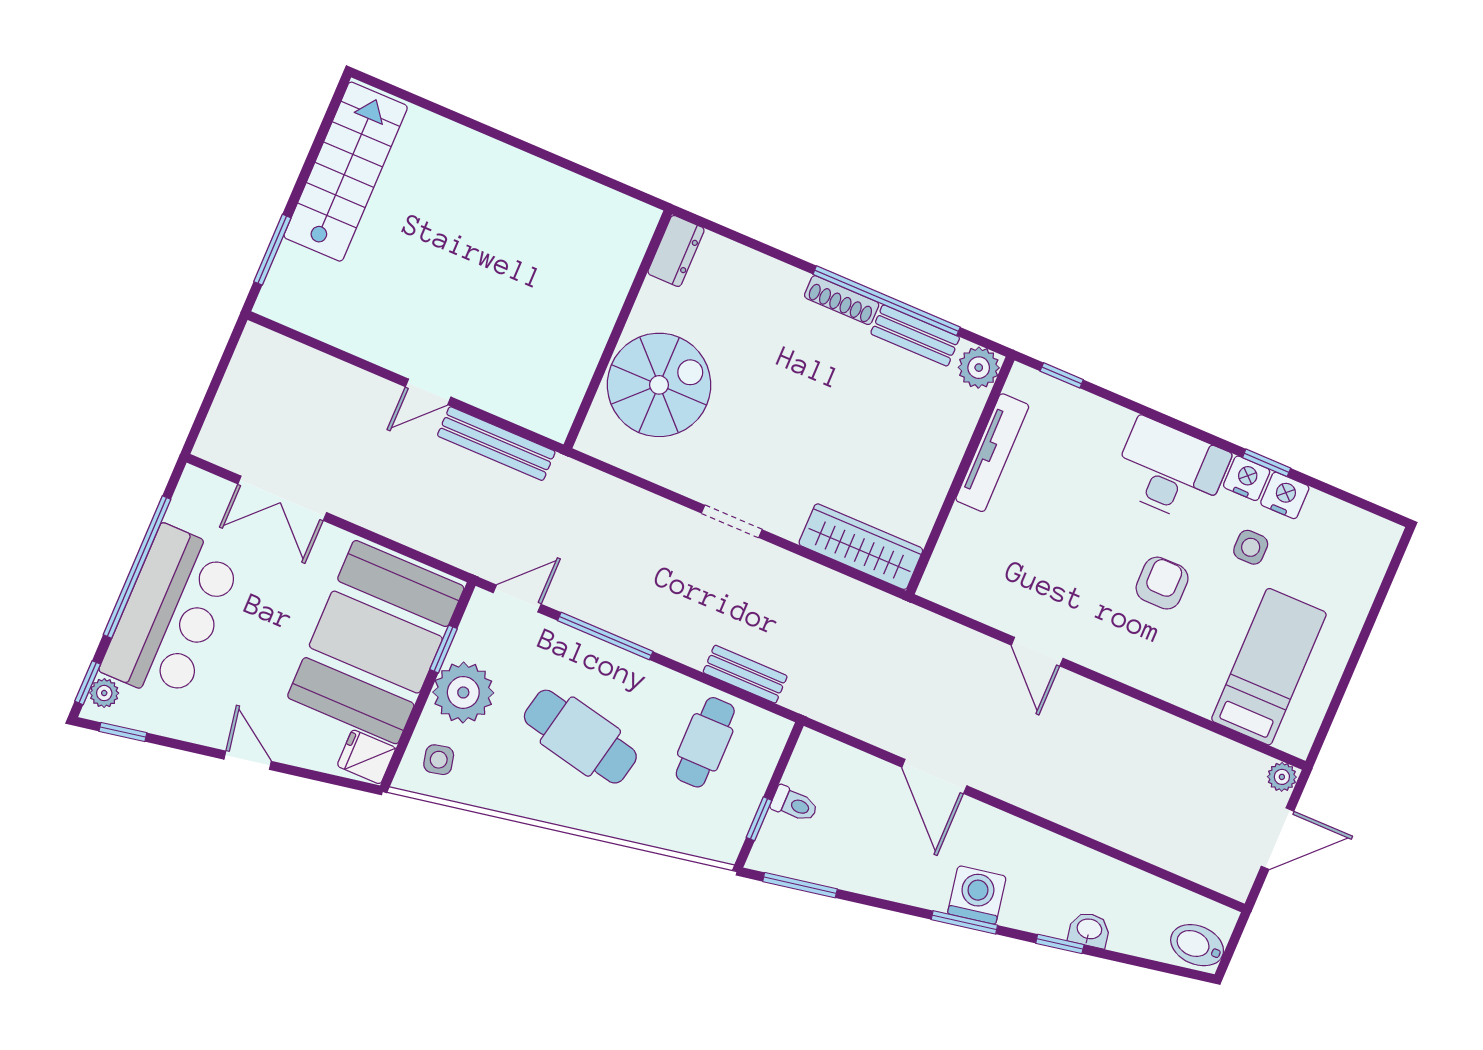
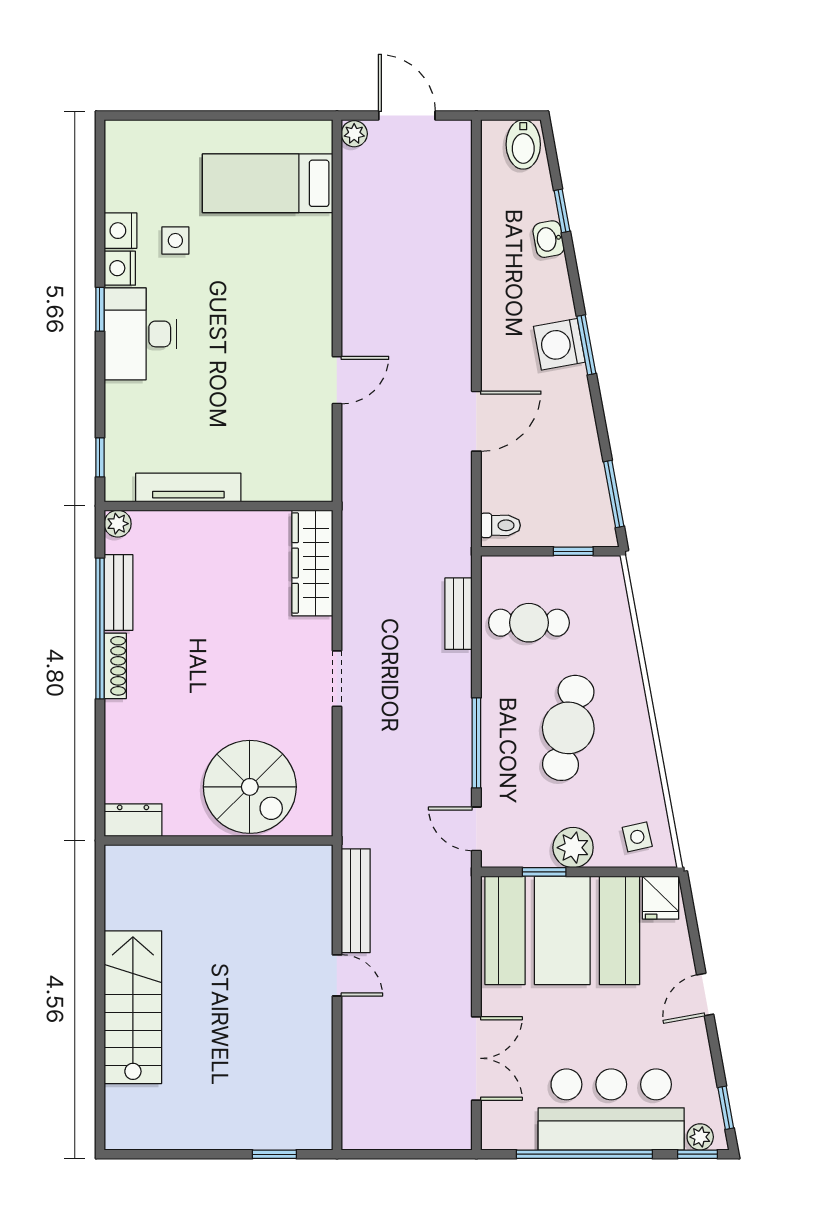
stairs: (346, 172) -> (133, 1007), moved, turned 90
window: (272, 250) -> (274, 1154), width x0.67
plant: (979, 368) -> (118, 524), width x0.73, depth x0.73
spiral stairs: (659, 385) -> (250, 787), turned 180
window: (1267, 463) -> (100, 309), moved
armchair: (1162, 583) -> (236, 301), removed
plant: (463, 692) -> (573, 848), width x0.73, depth x0.73
toilet: (794, 804) -> (500, 525), moved, turned 90
window: (1060, 944) -> (562, 211), moved

